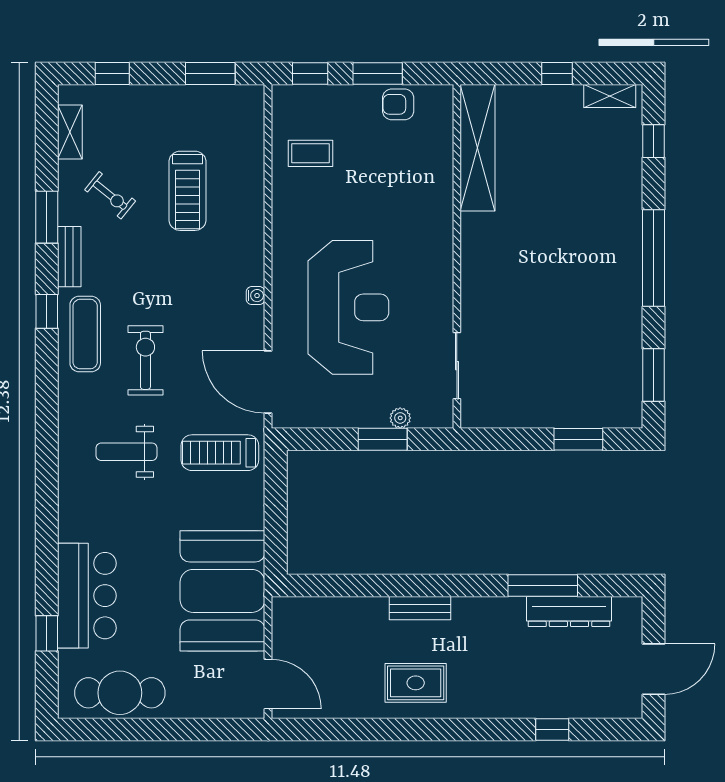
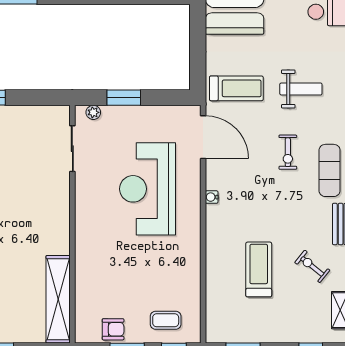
coffee table: (310, 153) -> (166, 320), moved
exercise bike: (145, 360) -> (288, 152), width x0.73, depth x0.72
plant: (400, 418) -> (93, 112), moved

